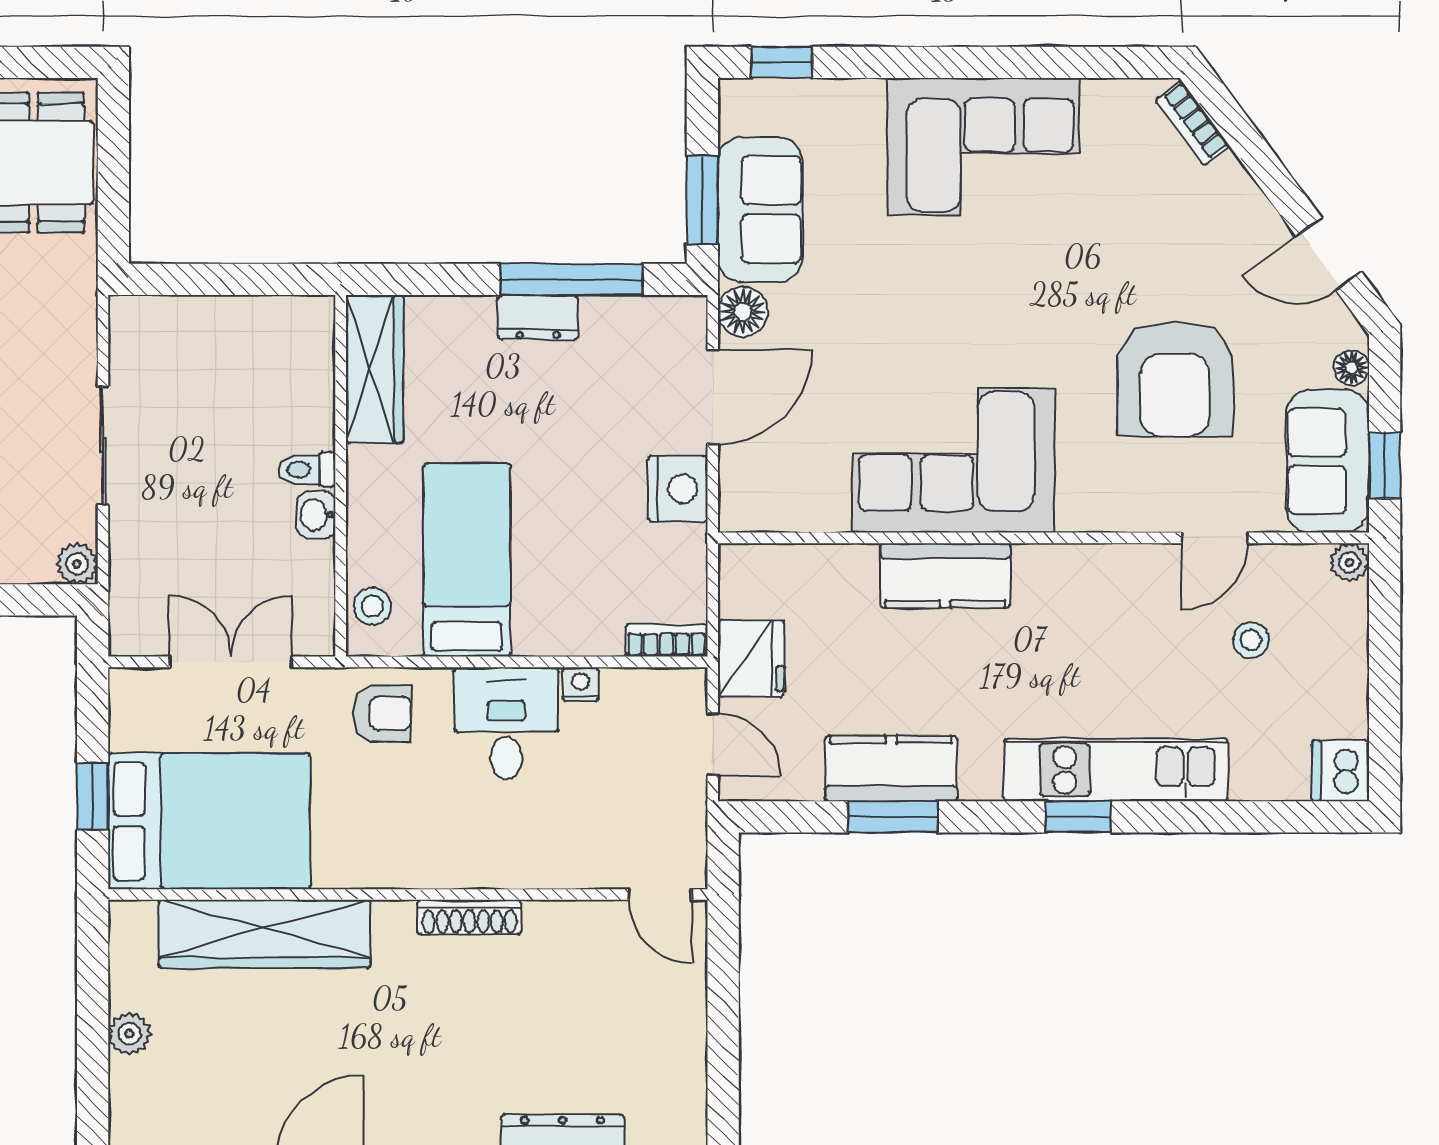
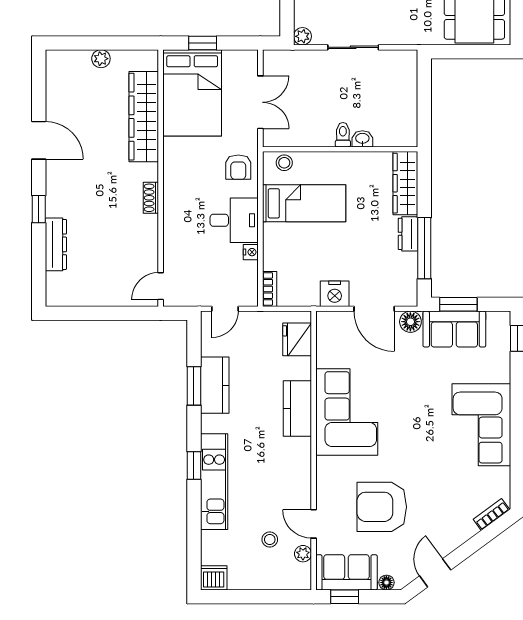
wardrobe: (374, 369) -> (405, 183), moved, turned 90
washbasin: (316, 515) -> (362, 139), moved
plant: (1350, 563) -> (303, 554), moved
fridge: (751, 658) -> (297, 339), moved, turned 90
shoe rack: (470, 917) -> (151, 198), width x0.70

